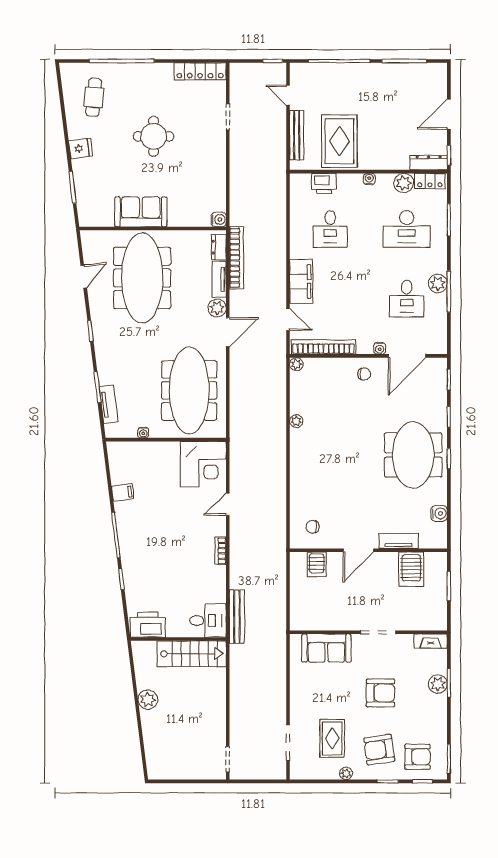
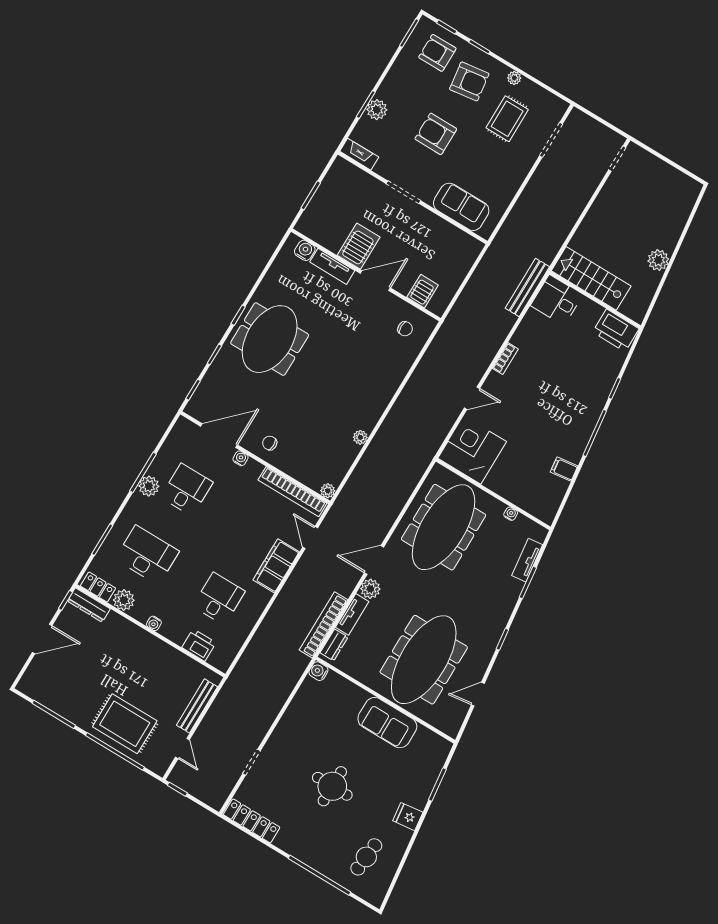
rug: (339, 141) -> (125, 724), moved, turned 90
water cooler: (439, 513) -> (305, 250), moved, turned 90
server rack: (411, 569) -> (359, 246), moved

